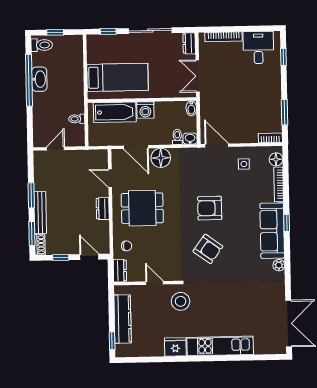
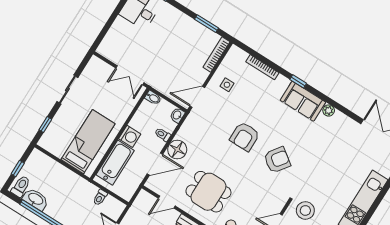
sliding door: (150, 31) -> (67, 90), width x0.73
bookcase: (224, 37) -> (112, 33), removed
dresser: (189, 43) -> (99, 65), removed
washbasin: (39, 79) -> (36, 199), moved
toilet: (177, 137) -> (163, 135), moved
bookcase: (270, 138) -> (216, 55), width x1.56
floor lamp: (276, 159) -> (240, 56), removed
dining table: (142, 208) -> (208, 192), turned 90
sofa: (272, 231) -> (303, 101), width x0.73

